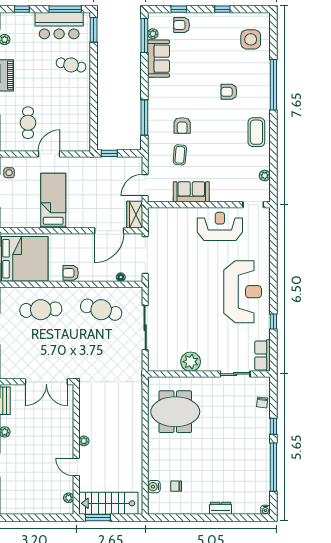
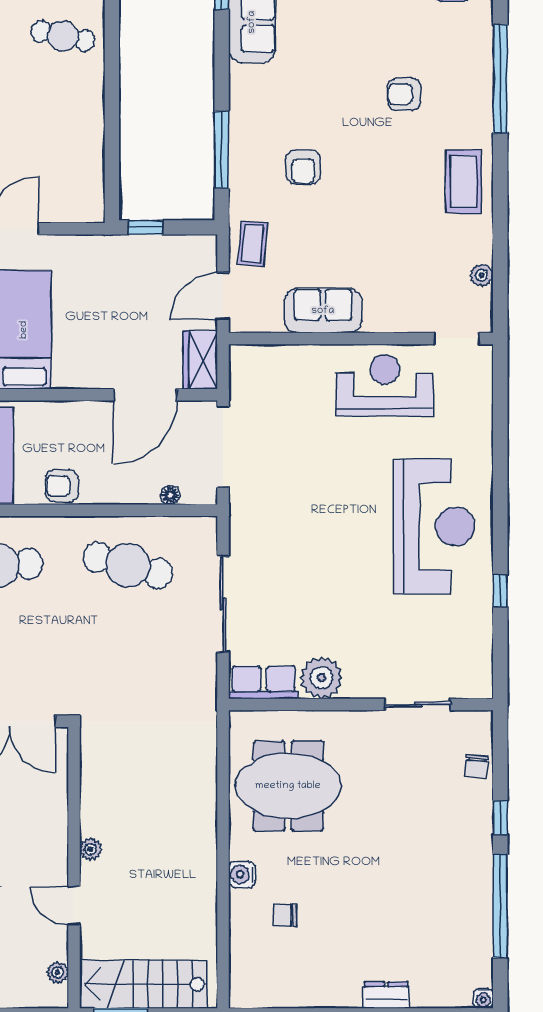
coffee table: (180, 155) -> (253, 244), moved
row of seats: (262, 355) -> (264, 682), moved, turned 90
chair: (176, 486) -> (285, 915), moved
water cooler: (154, 487) -> (242, 874), moved

